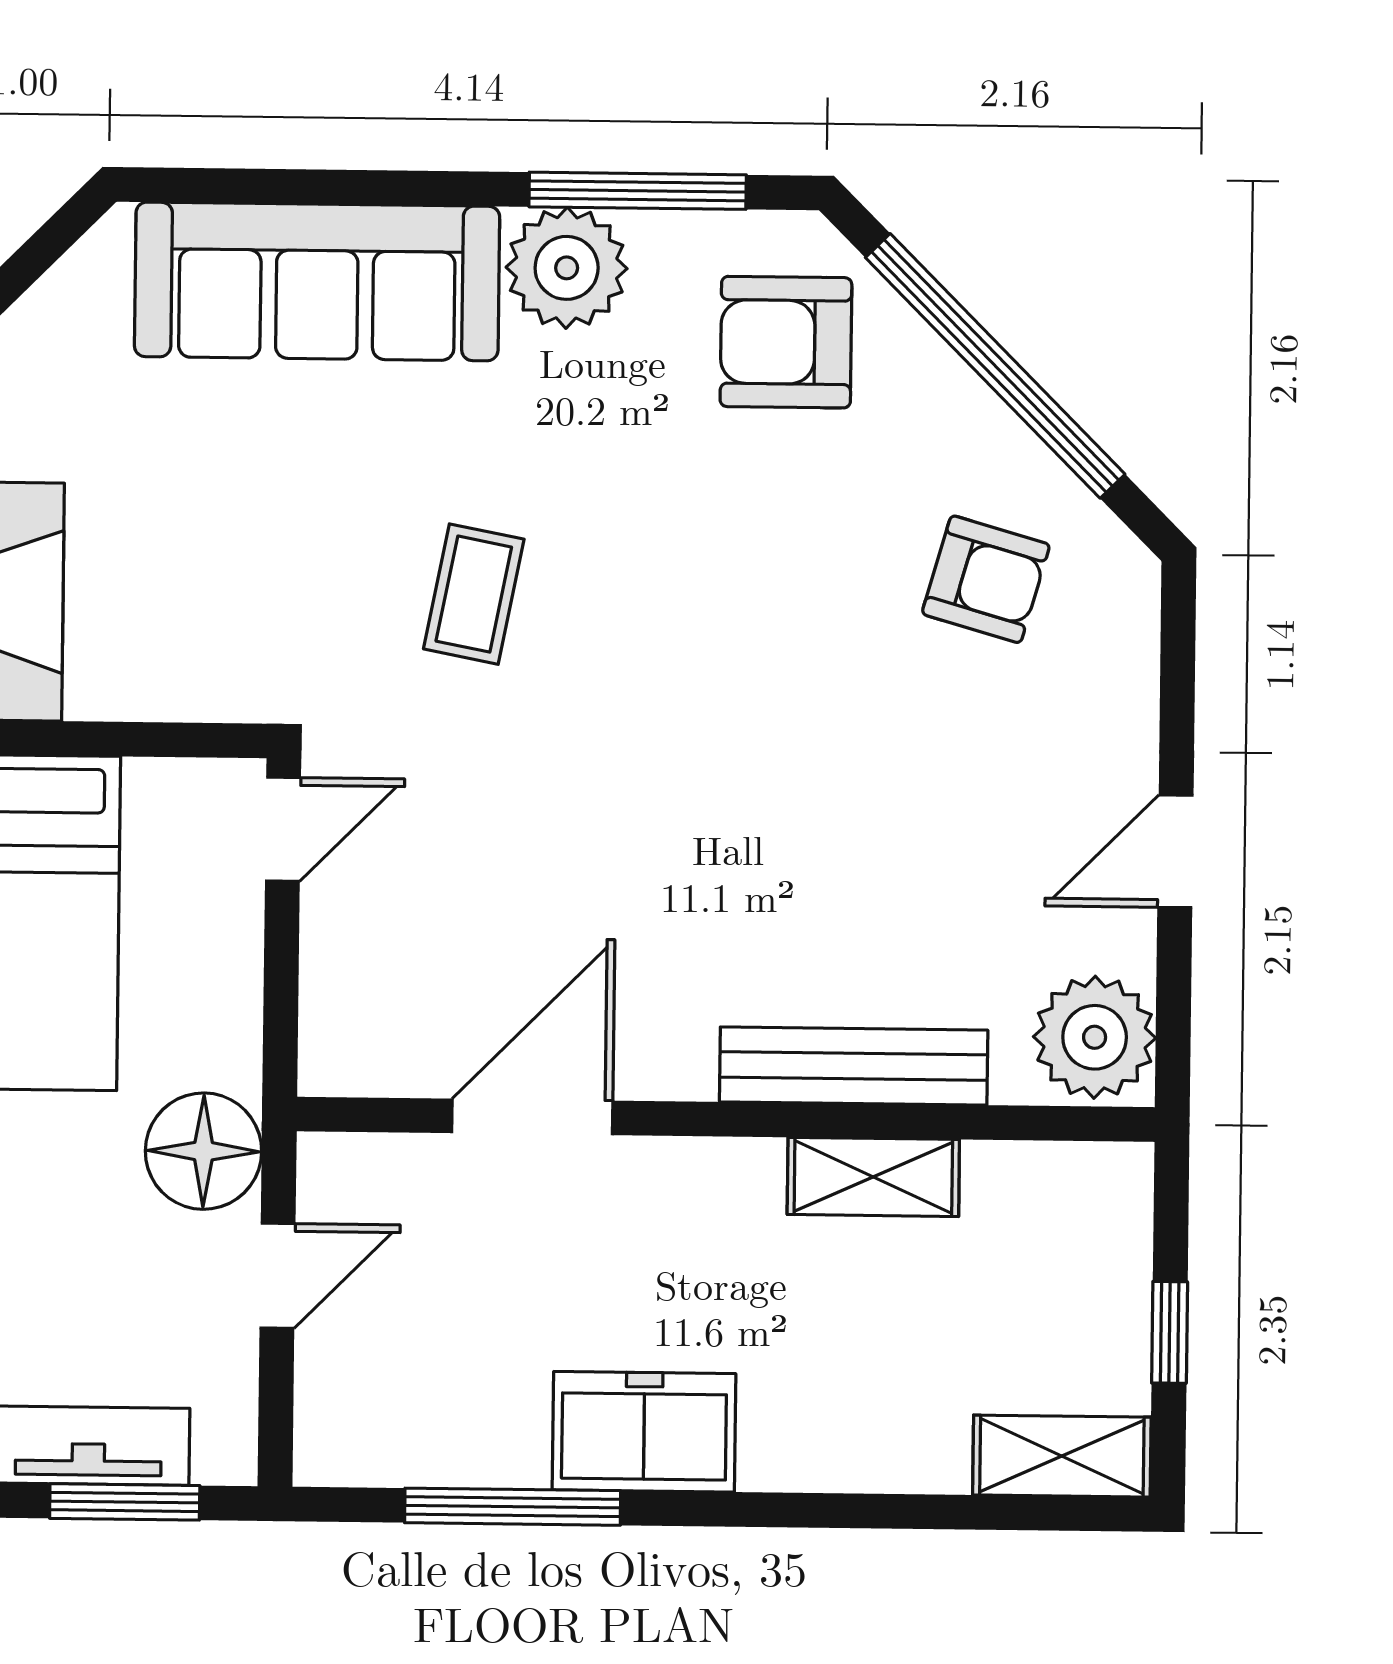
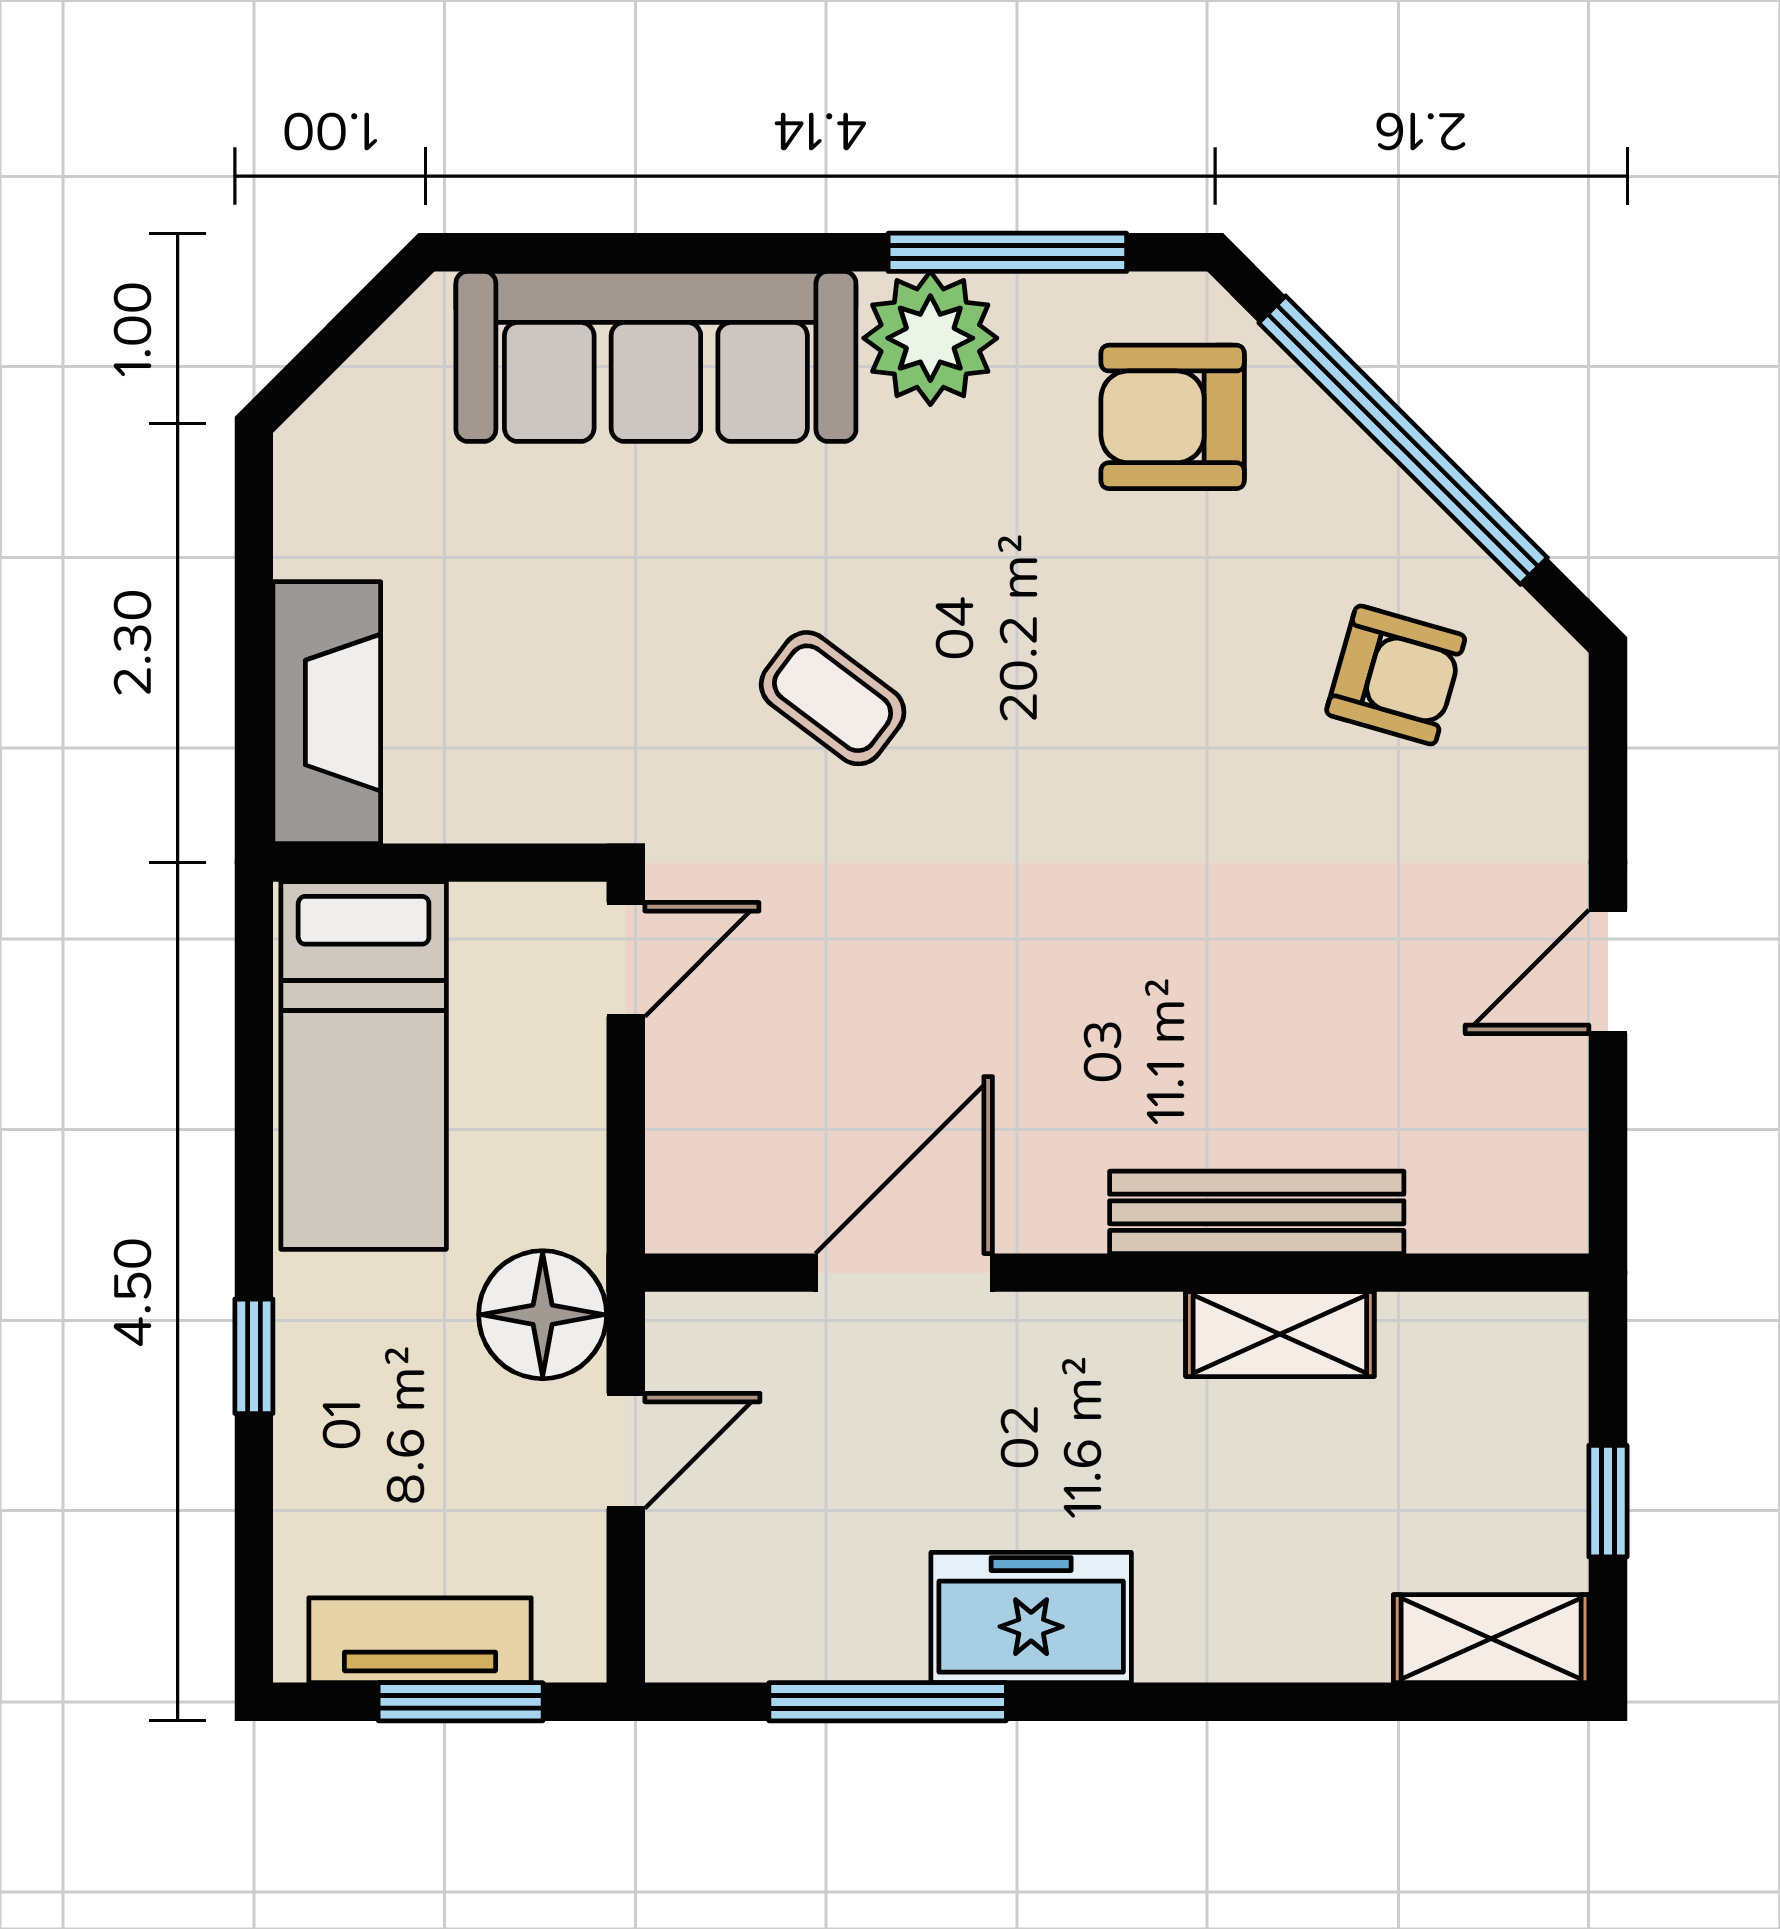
coffee table: (474, 594) -> (833, 698), turned -64
plant: (1095, 1037) -> (1521, 1177), removed

